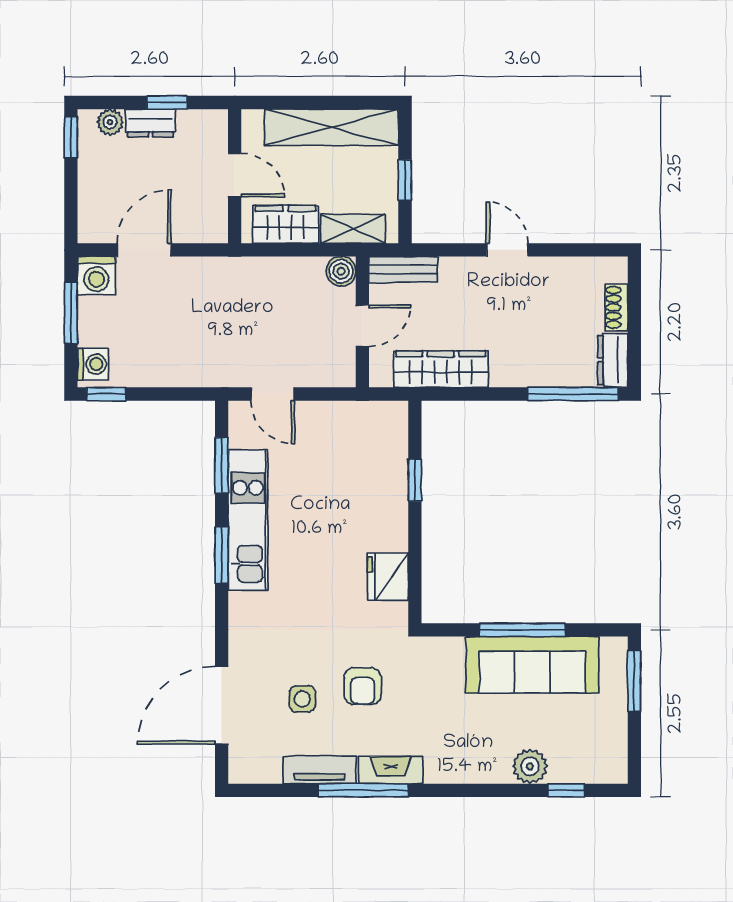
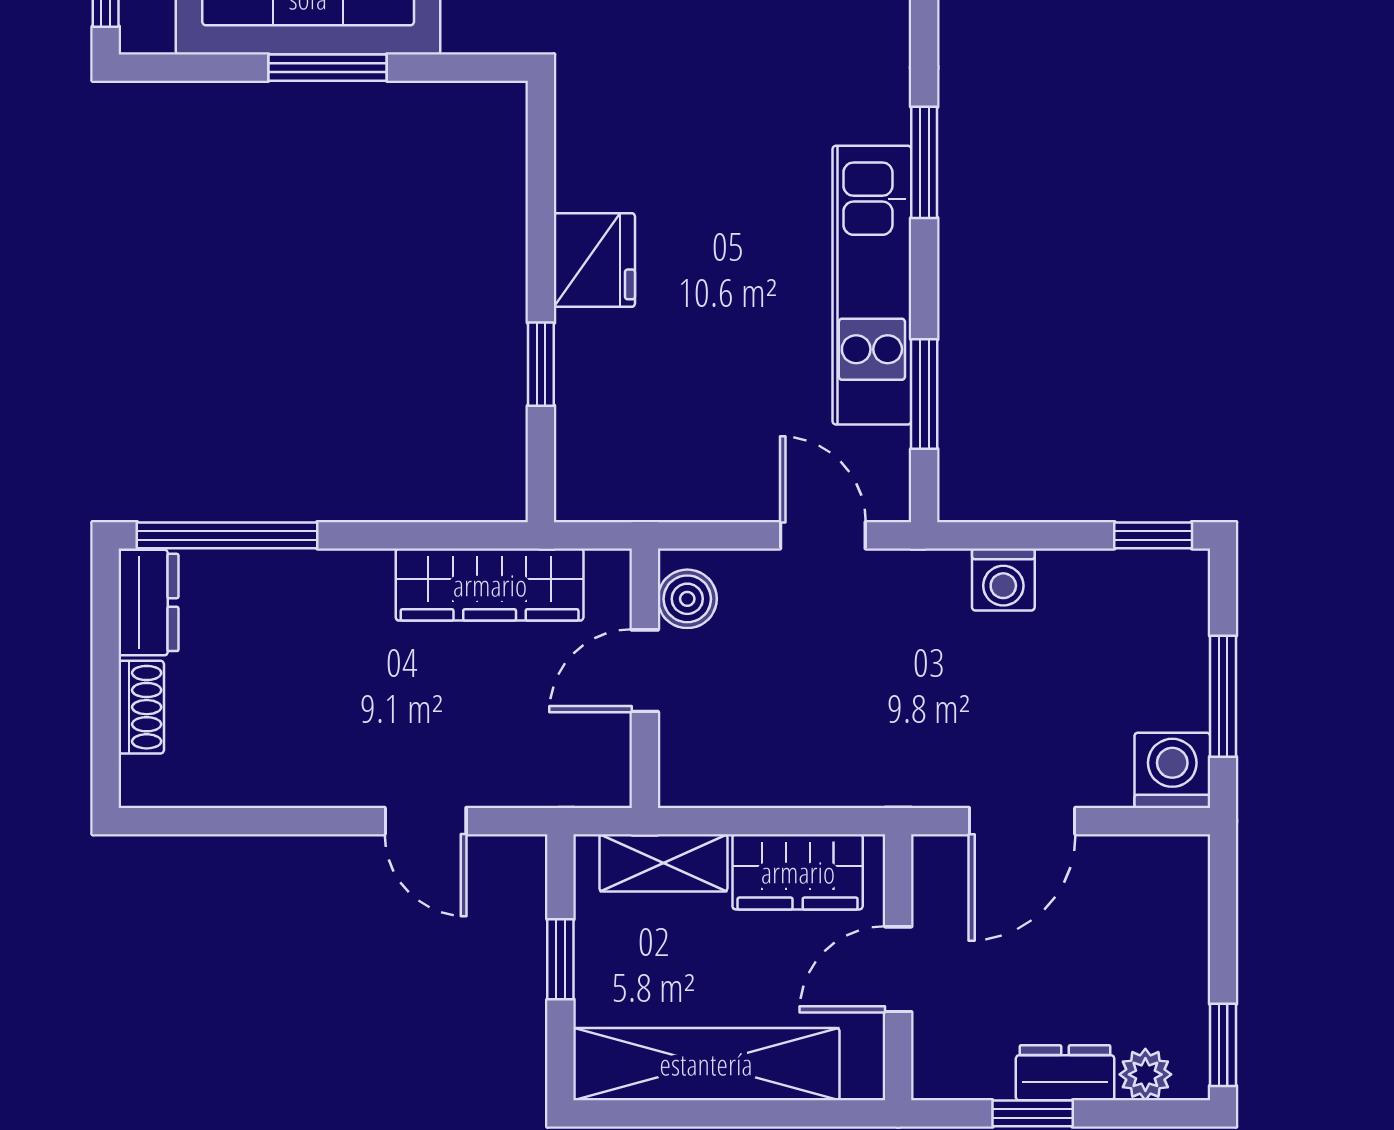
door: (235, 175) -> (898, 969), hinge flipped
door: (144, 250) -> (1022, 821), moved
door: (507, 250) -> (426, 821), moved
bench: (403, 270) -> (564, 782), removed
boiler: (341, 271) -> (687, 599), moved
washing machine: (93, 364) -> (1003, 579), moved, turned -90
window: (222, 555) -> (924, 162), moved
fridge: (388, 577) -> (594, 260), moved
window: (522, 630) -> (328, 68), width x0.69

